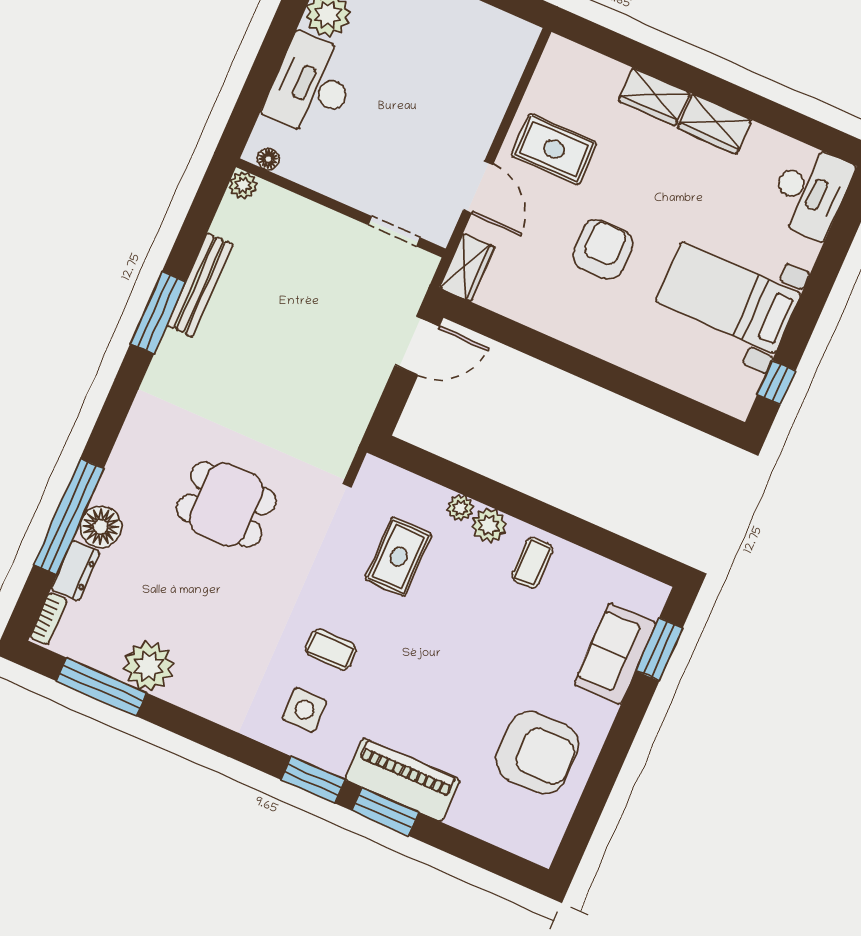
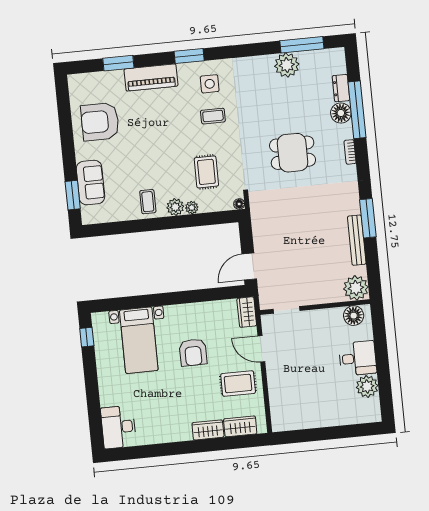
desk: (311, 86) -> (358, 358), width x0.73
wardrobe: (714, 124) -> (240, 426), moved
floor lamp: (268, 159) -> (354, 316), width x1.89, depth x1.89
plant: (243, 185) -> (356, 288), width x1.88, depth x1.88
bed with nightstands: (728, 298) -> (139, 340), moved, turned 90
floor lamp: (372, 467) -> (239, 204), added
bookcase: (49, 619) -> (350, 152), moved
window: (385, 811) -> (118, 63), moved

